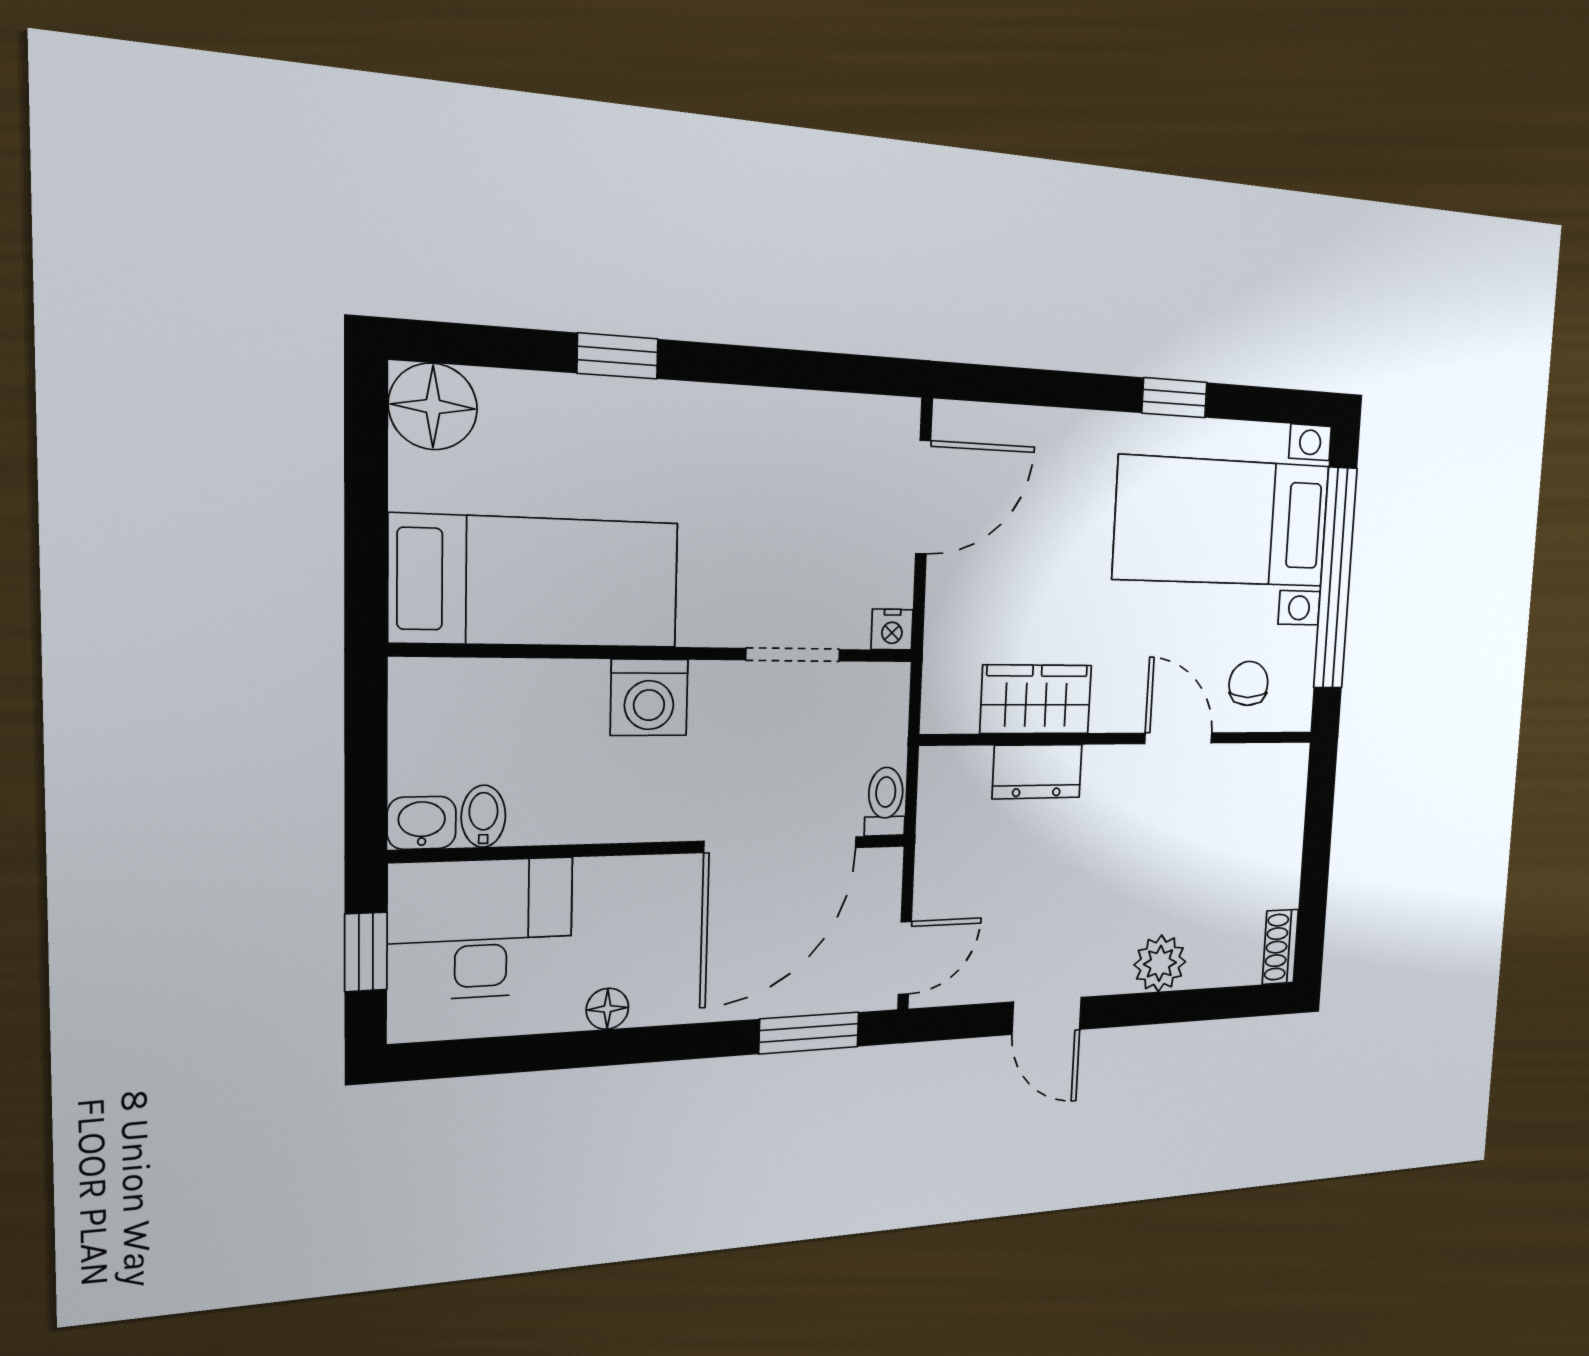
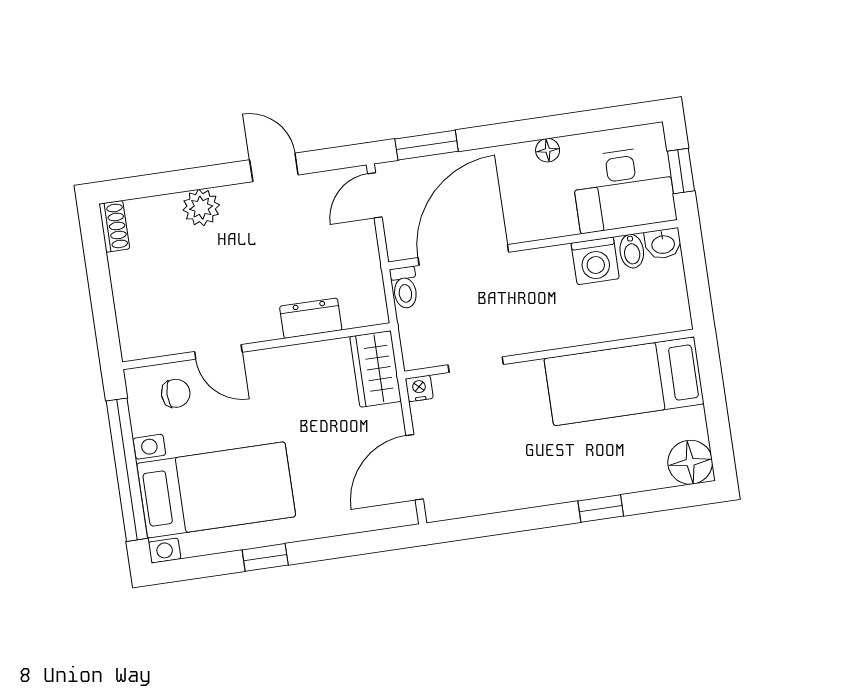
chair: (1249, 684) -> (176, 393), turned -90
washing machine: (649, 697) -> (595, 261), moved, turned 180
wardrobe: (1036, 699) -> (375, 369), moved, turned 90

